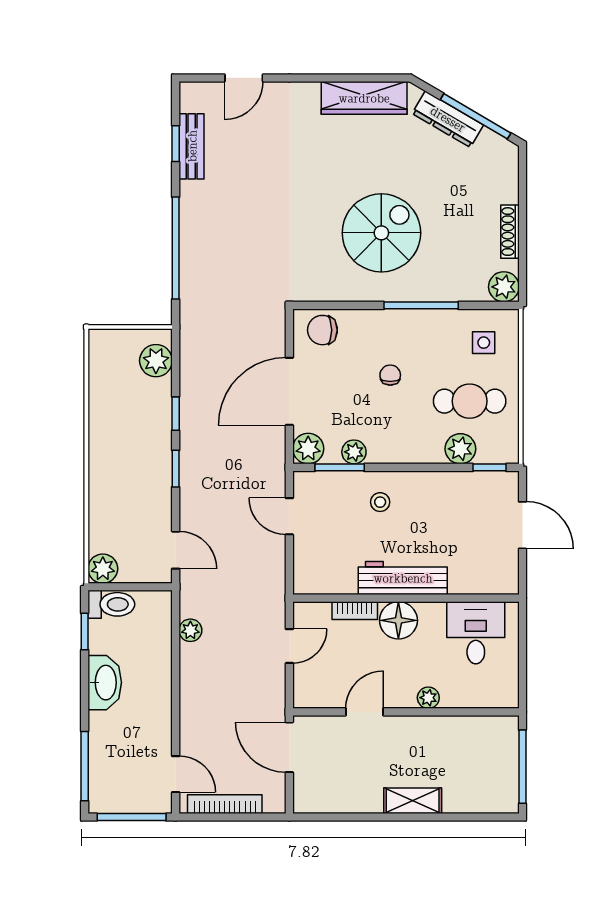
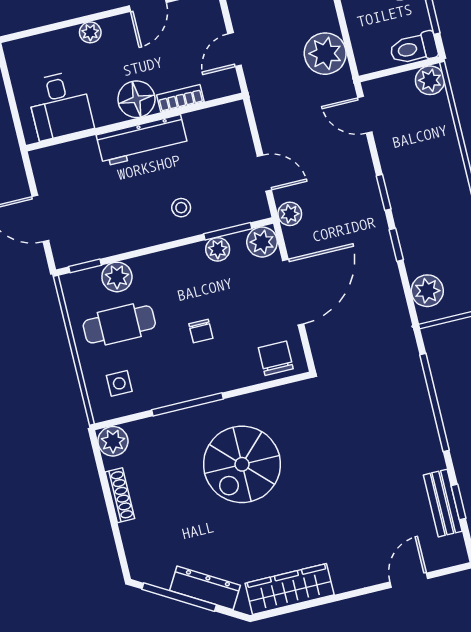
chair: (322, 330) -> (276, 358), turned -90
plant: (274, 470) -> (290, 214), added
plant: (190, 630) -> (325, 54), width x1.88, depth x1.88

